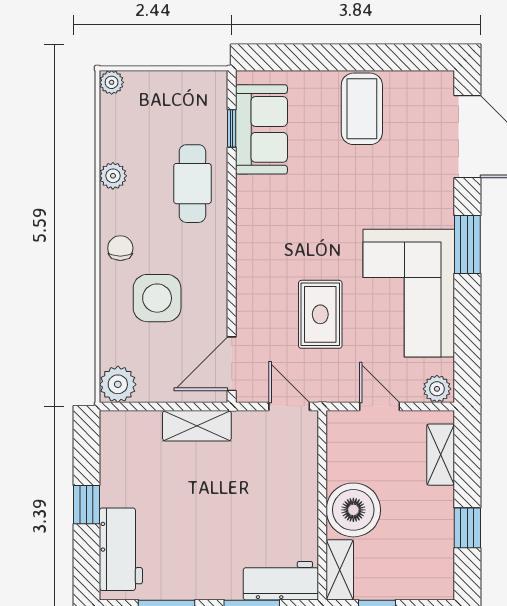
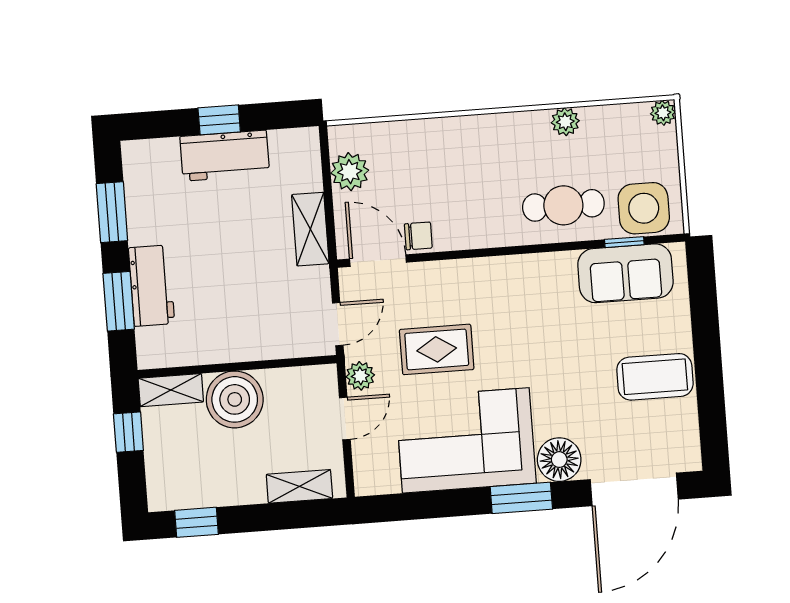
floor lamp: (434, 206) -> (559, 460), added
chair: (120, 248) -> (418, 236), moved
side table: (157, 298) -> (644, 208), moved
plant: (118, 384) -> (350, 172), moved
plant: (437, 389) -> (360, 376), moved
window: (467, 528) -> (197, 522), moved
workbench: (121, 549) -> (225, 156), moved
workbench: (281, 581) -> (152, 286), moved

